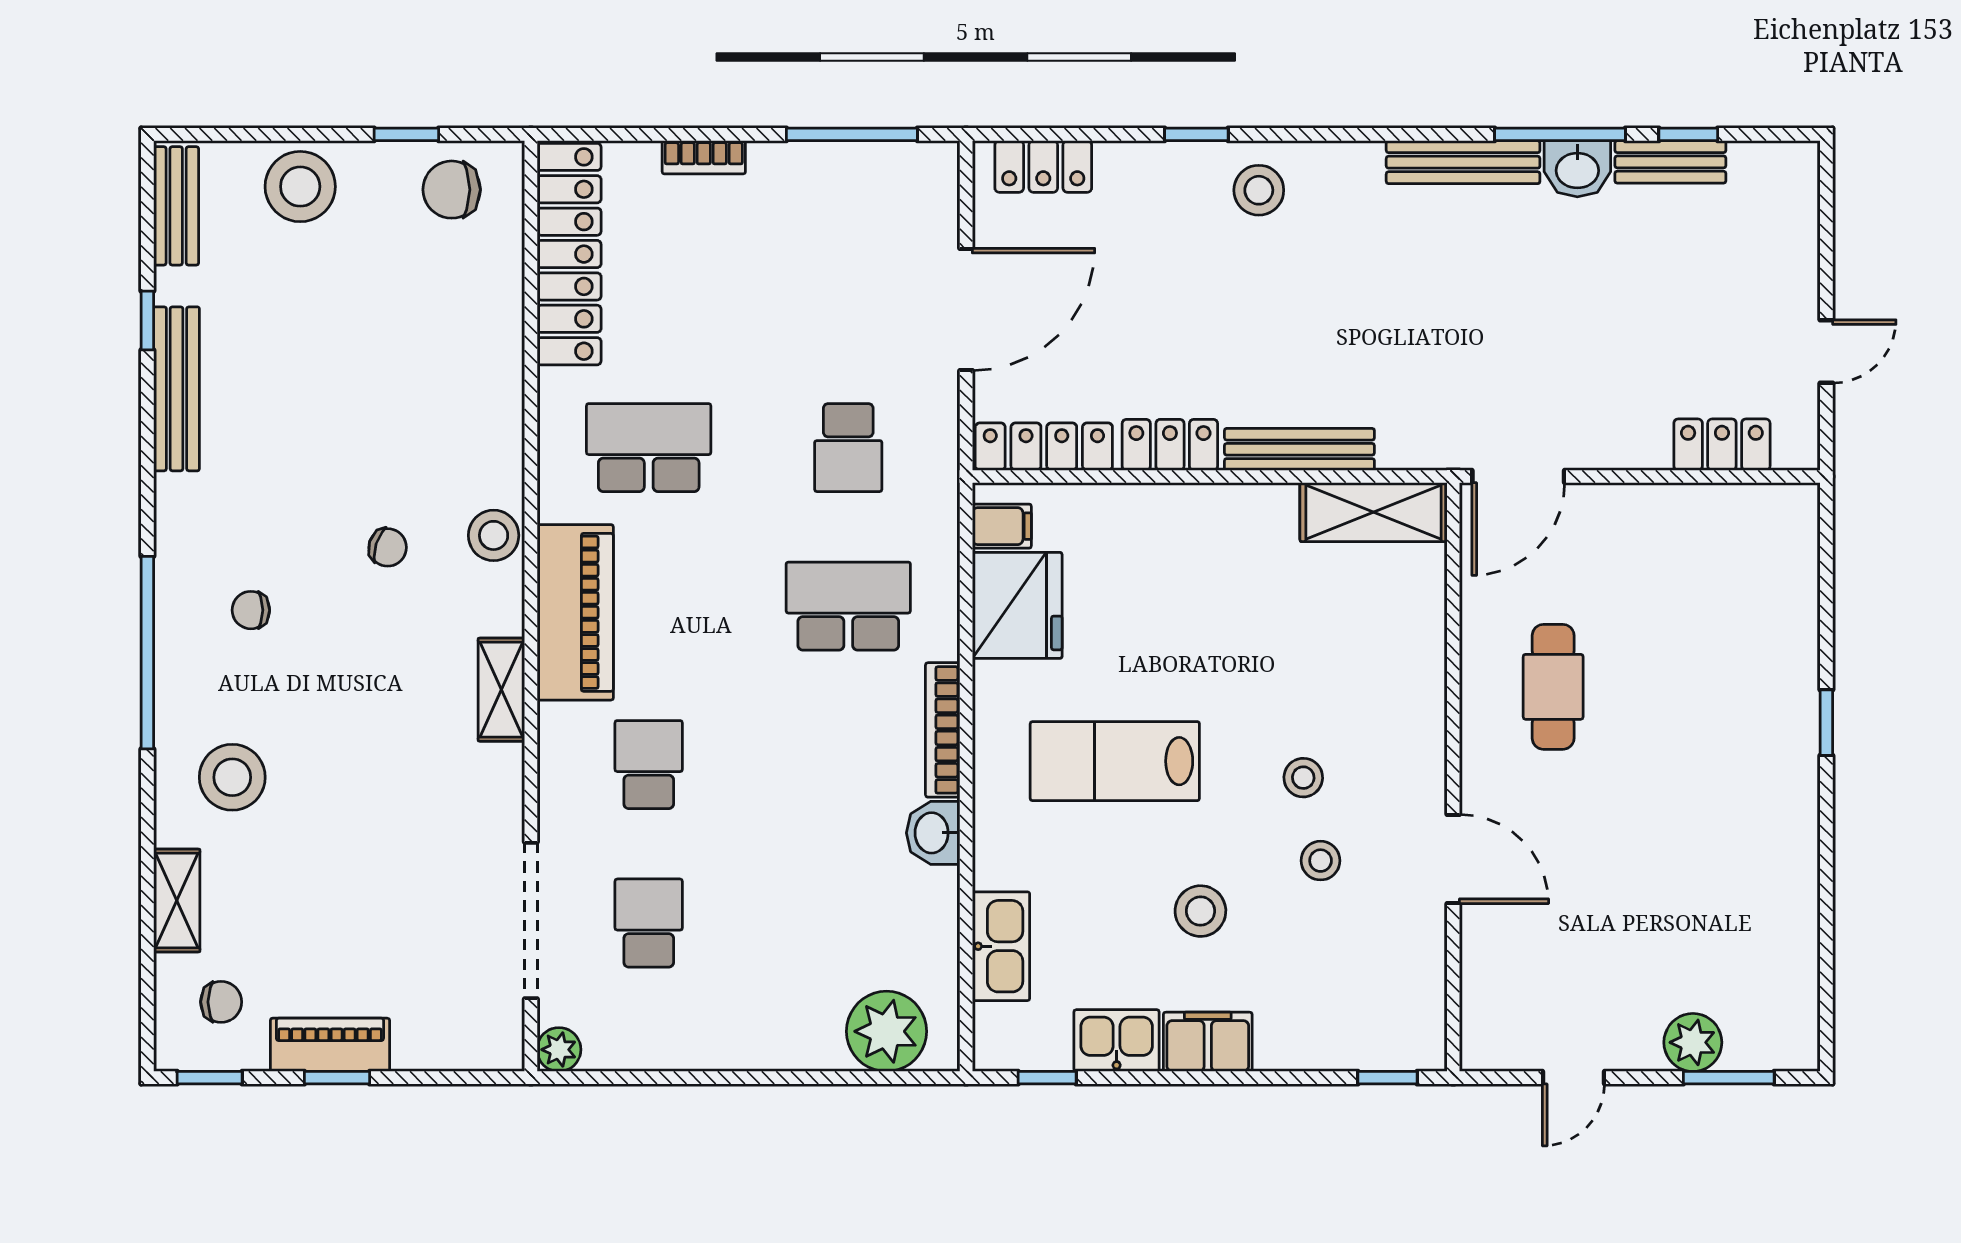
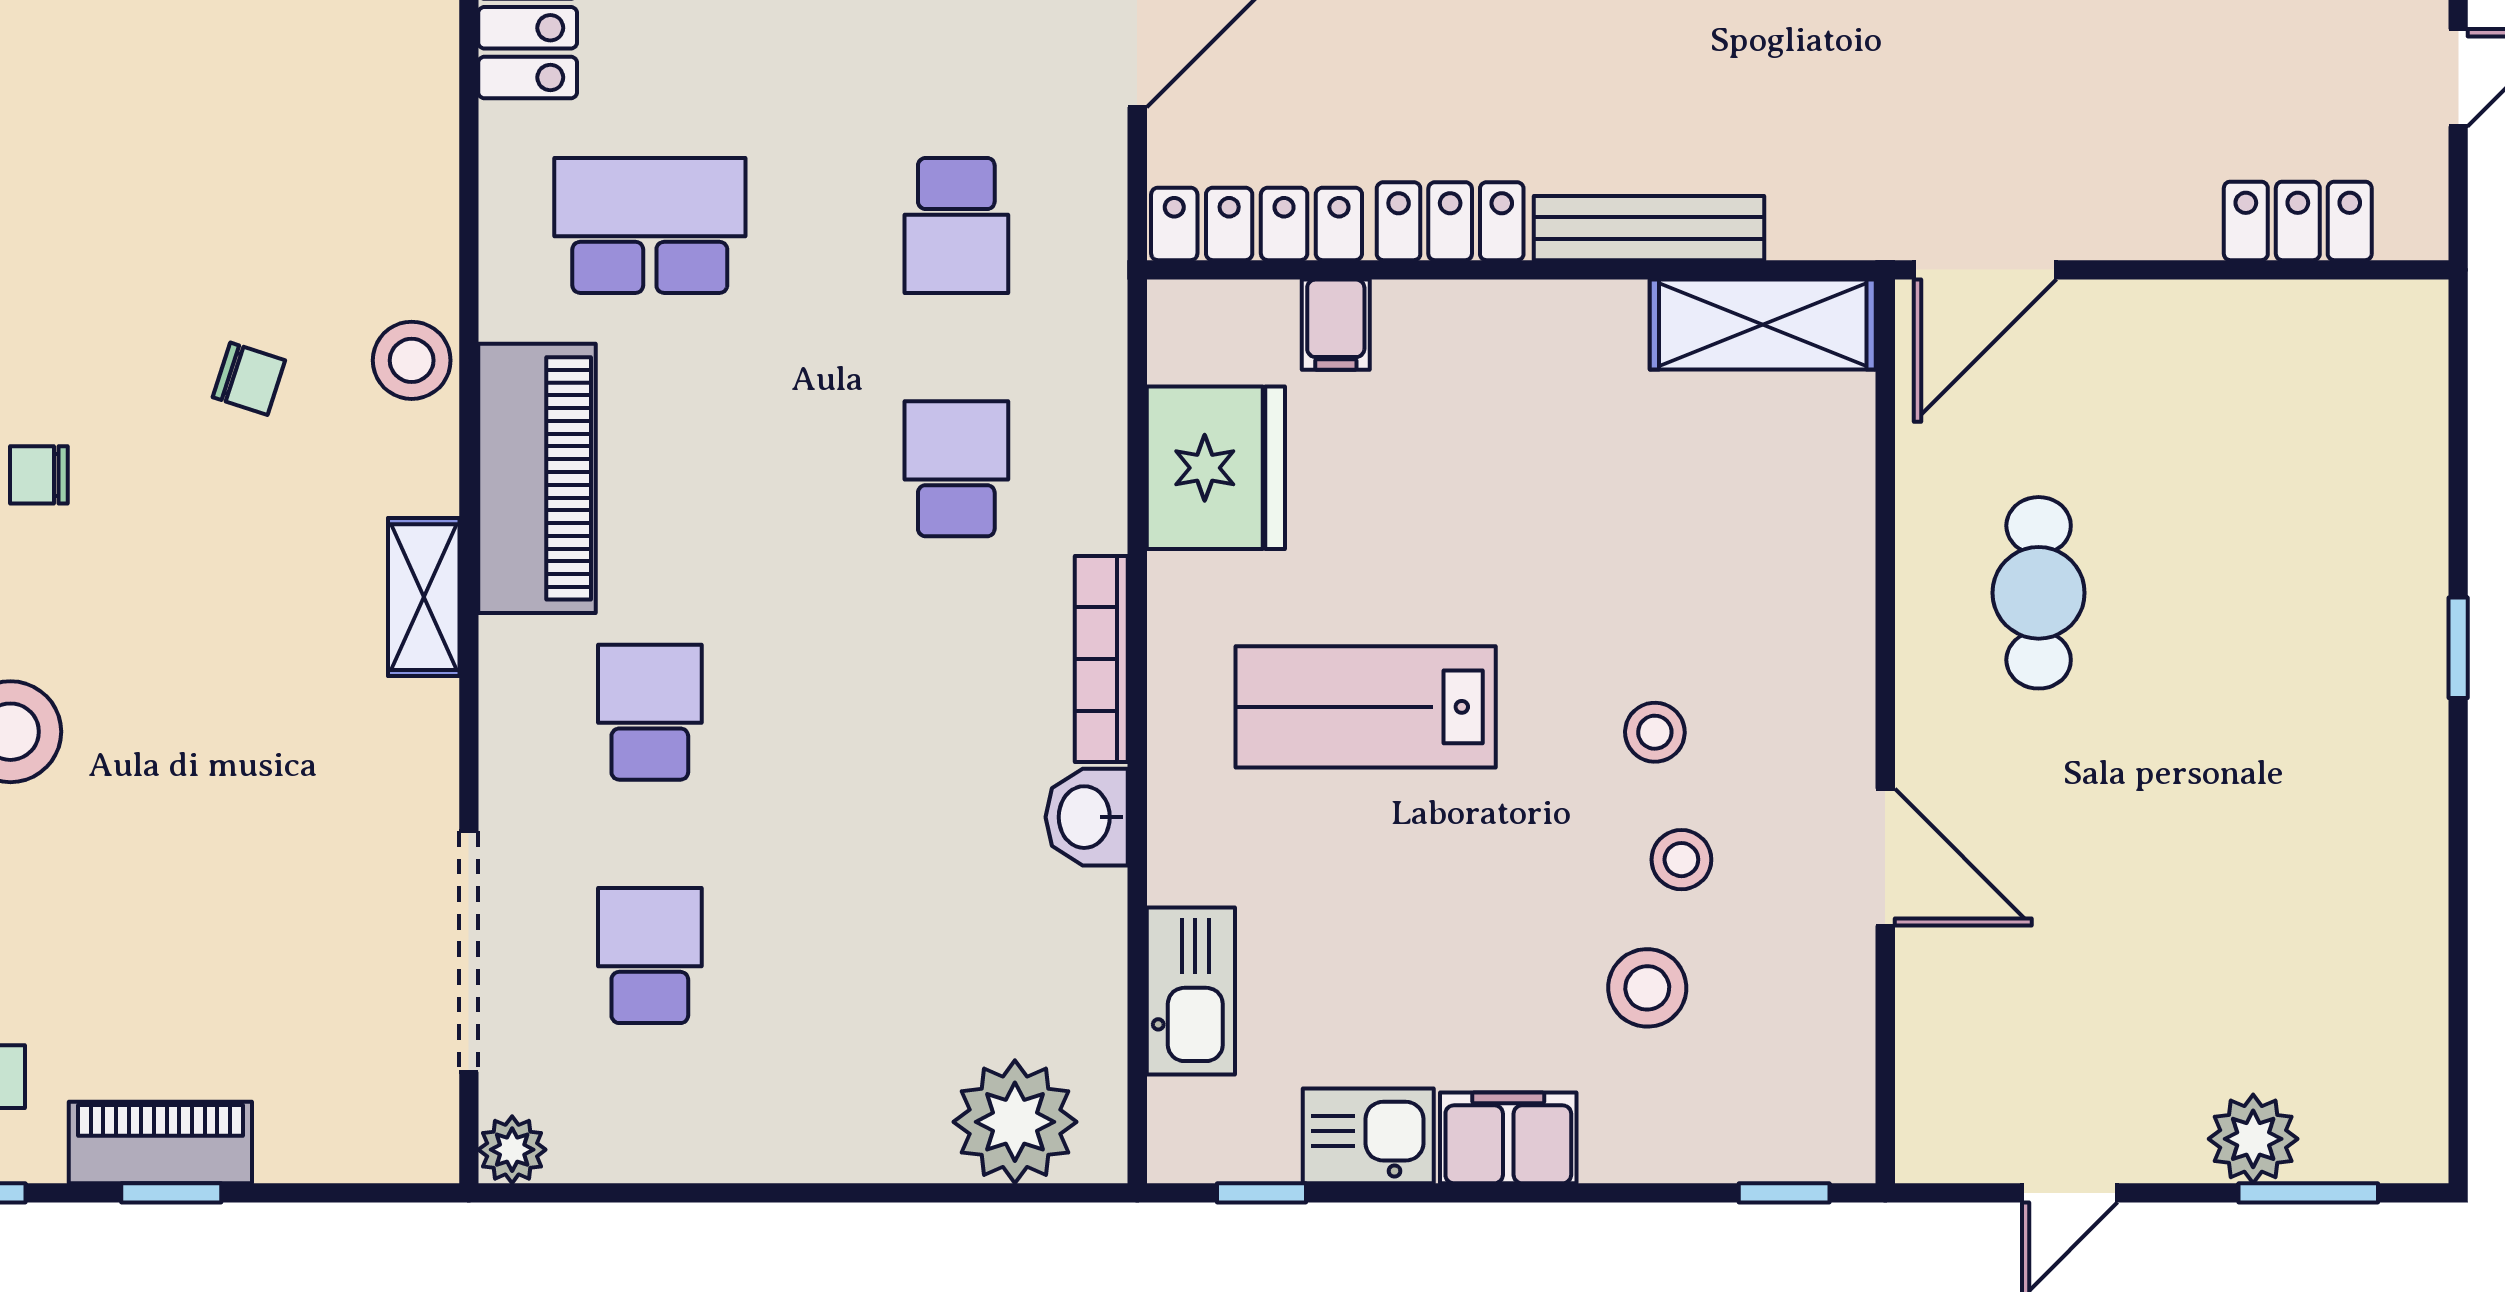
filing cabinet: (1002, 526) -> (1336, 325), moved, turned 90
school desk: (848, 606) -> (956, 469), width x0.54
stool: (1200, 911) -> (1647, 988), moved

